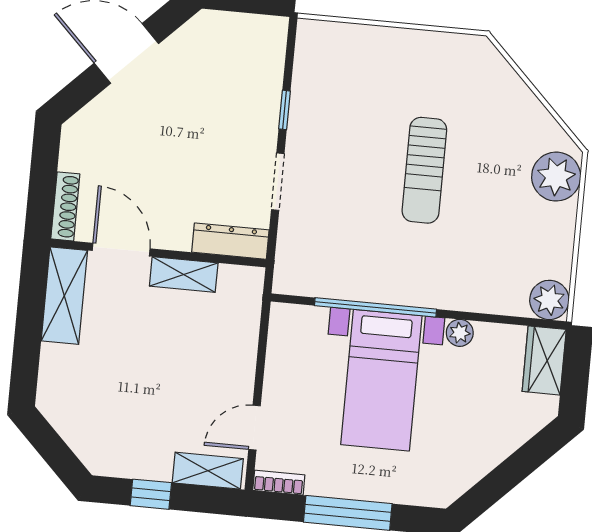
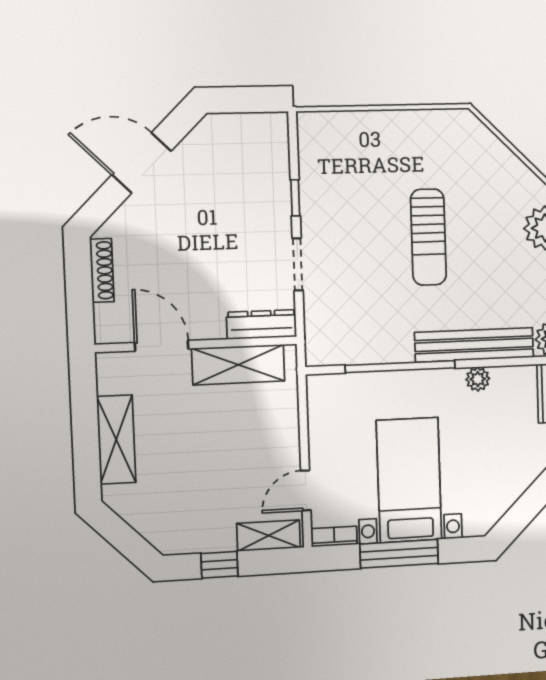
shoe rack: (65, 206) -> (102, 270), moved
shelving: (184, 274) -> (238, 365), width x1.50, depth x1.33
bench: (461, 295) -> (474, 345), added
shelving: (64, 296) -> (116, 440), moved
bed with nightstands: (381, 380) -> (409, 480), moved, turned 180

